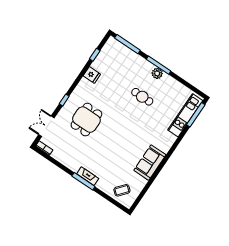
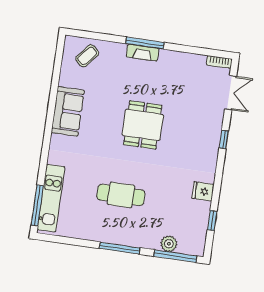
plant: (157, 73) -> (169, 244), moved
cafe table: (142, 97) -> (121, 195), width x1.37, depth x1.35
dining table: (86, 120) -> (143, 125), moved

